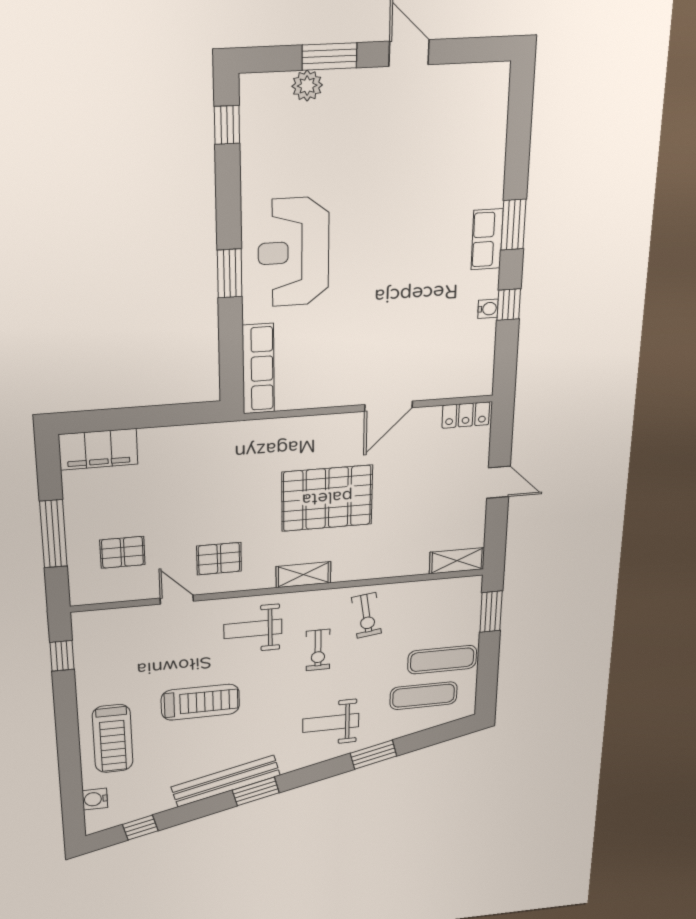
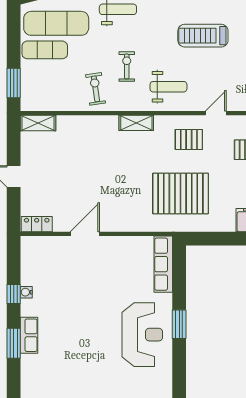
pallet: (327, 498) -> (181, 193), moved
door: (177, 600) -> (216, 113), swing flipped
exercise mat: (424, 696) -> (56, 23), width x1.36, depth x1.45

